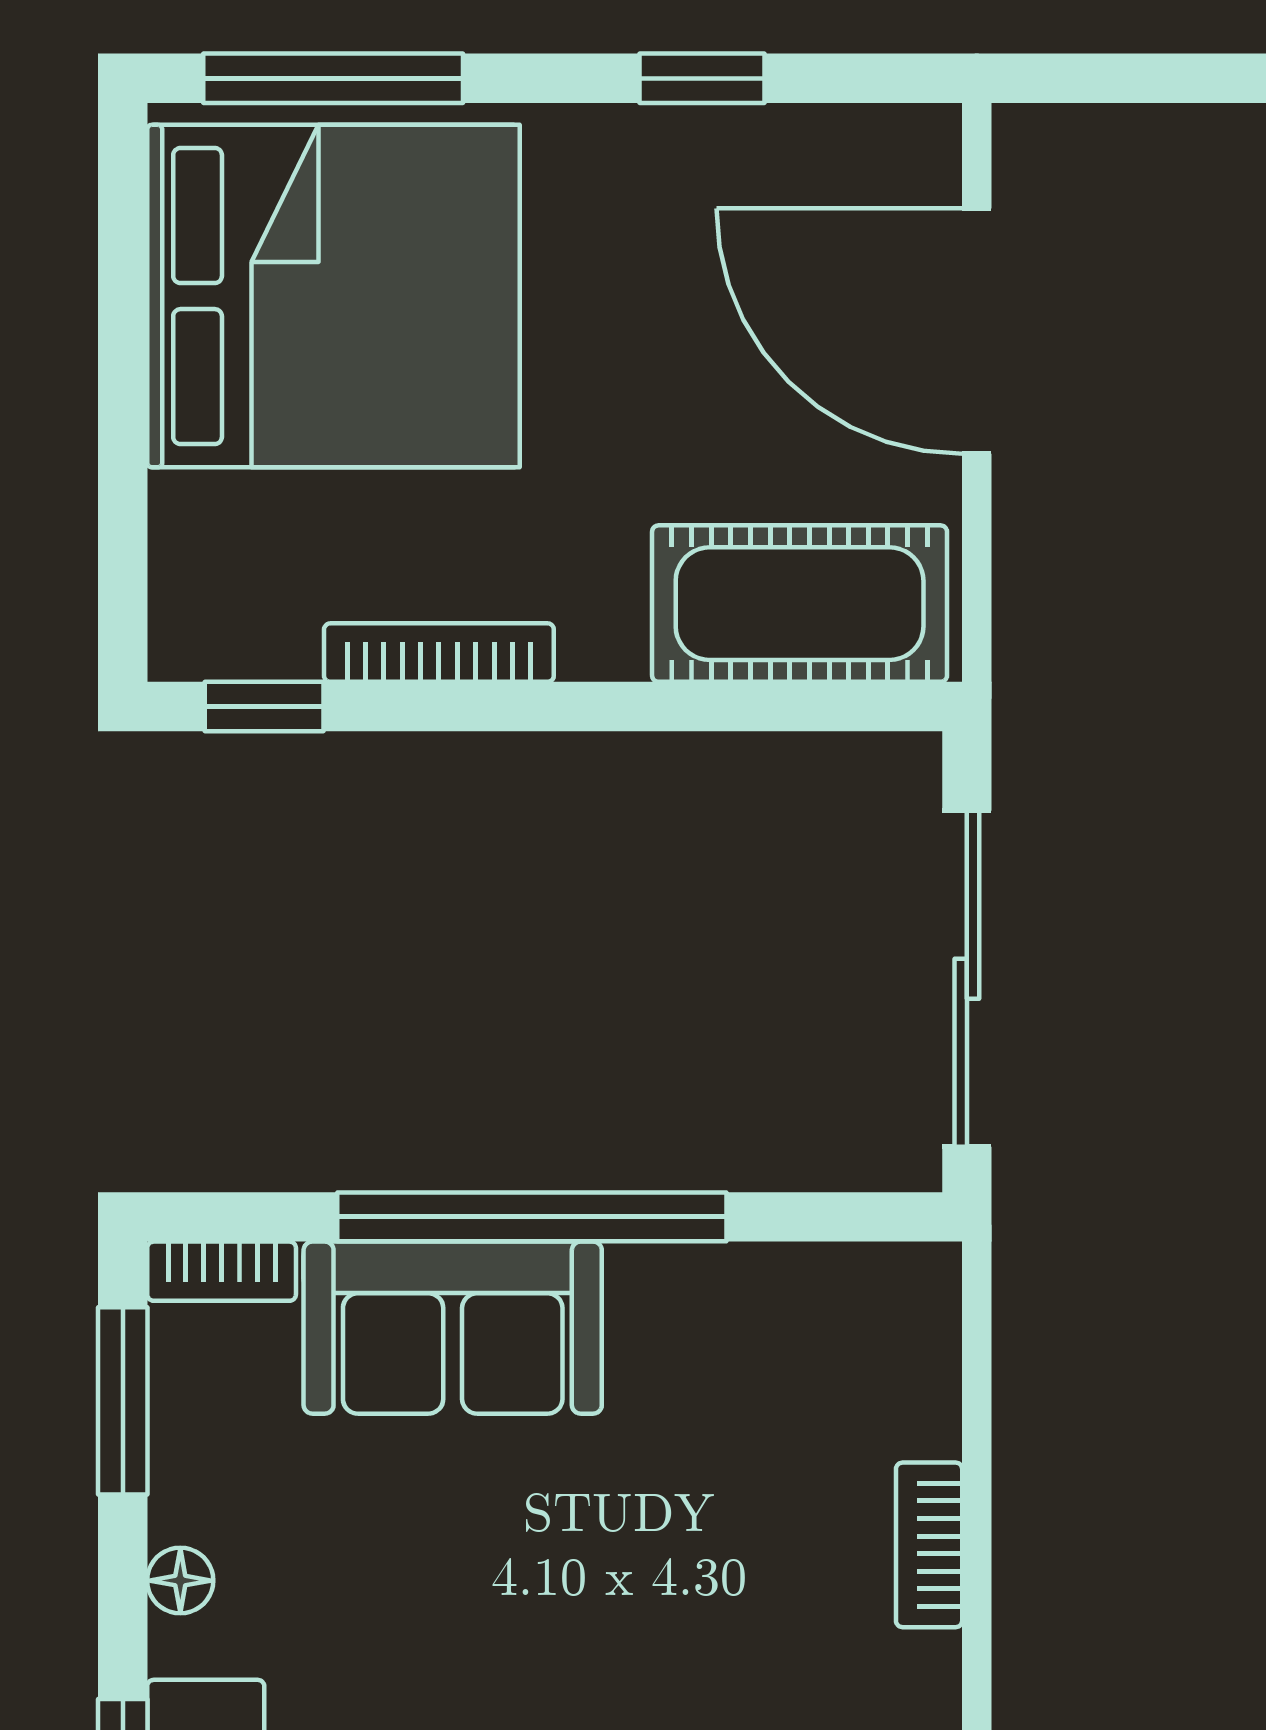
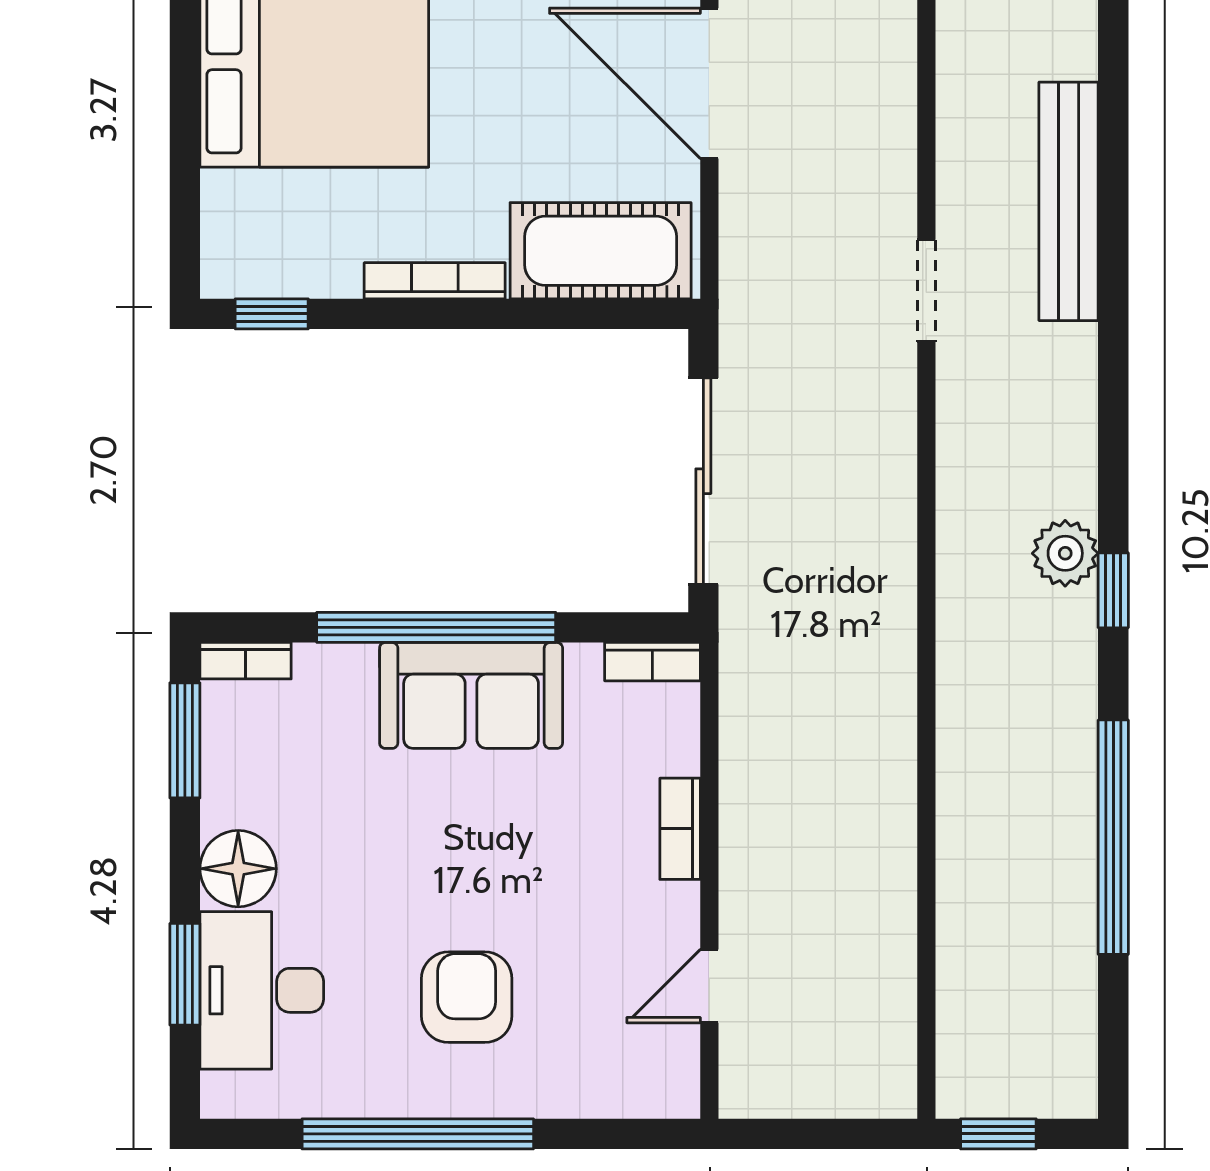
bookcase: (439, 653) -> (435, 281), moved
bookcase: (884, 1273) -> (652, 662), added
sofa: (453, 1328) -> (471, 695), moved
floor lamp: (180, 1581) -> (238, 869), width x1.89, depth x1.89

